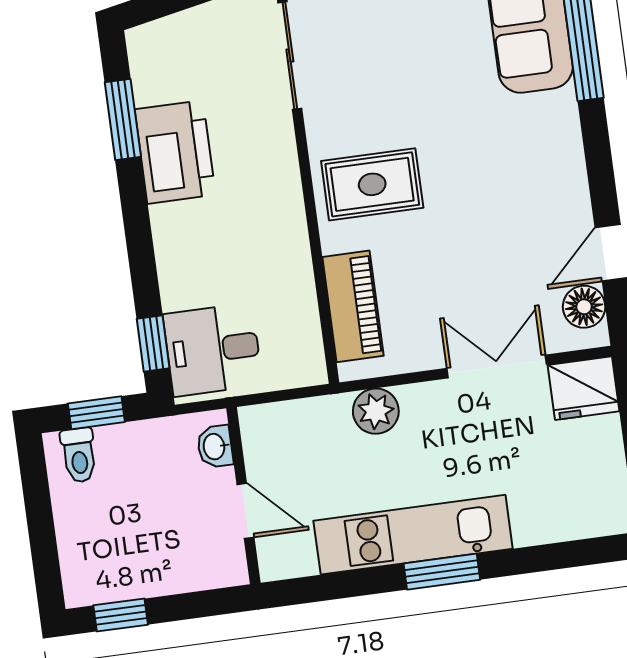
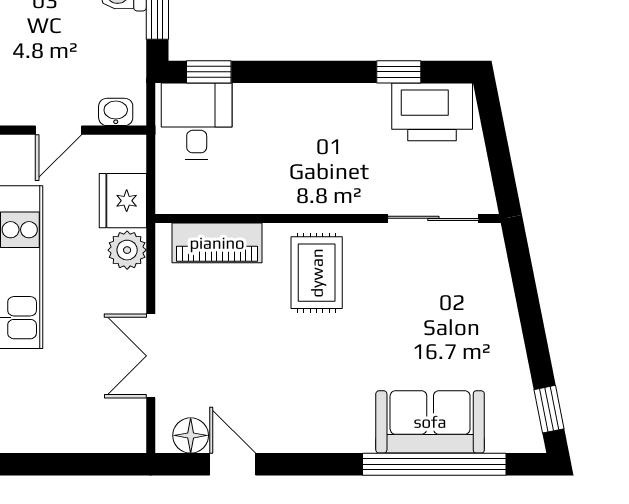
window: (123, 120) -> (399, 72), width x0.67
printer: (175, 152) -> (432, 112), moved
double door: (497, 366) -> (151, 356), swing flipped
fridge: (584, 388) -> (123, 201), moved

